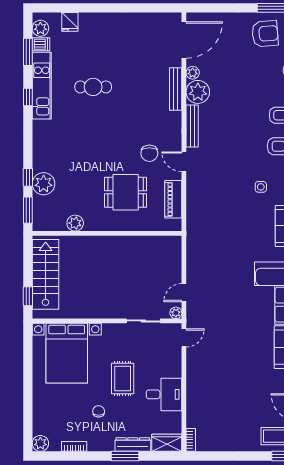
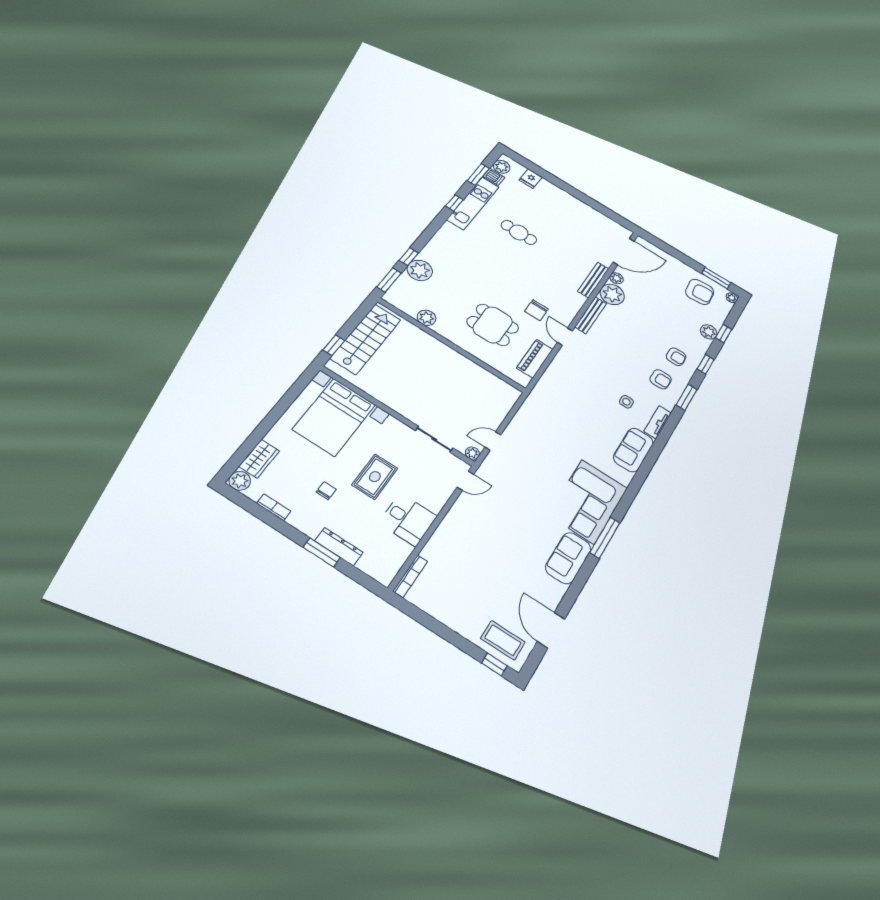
bookcase: (191, 440) -> (410, 576), width x1.56
wardrobe: (167, 443) -> (259, 459), moved, turned 90

